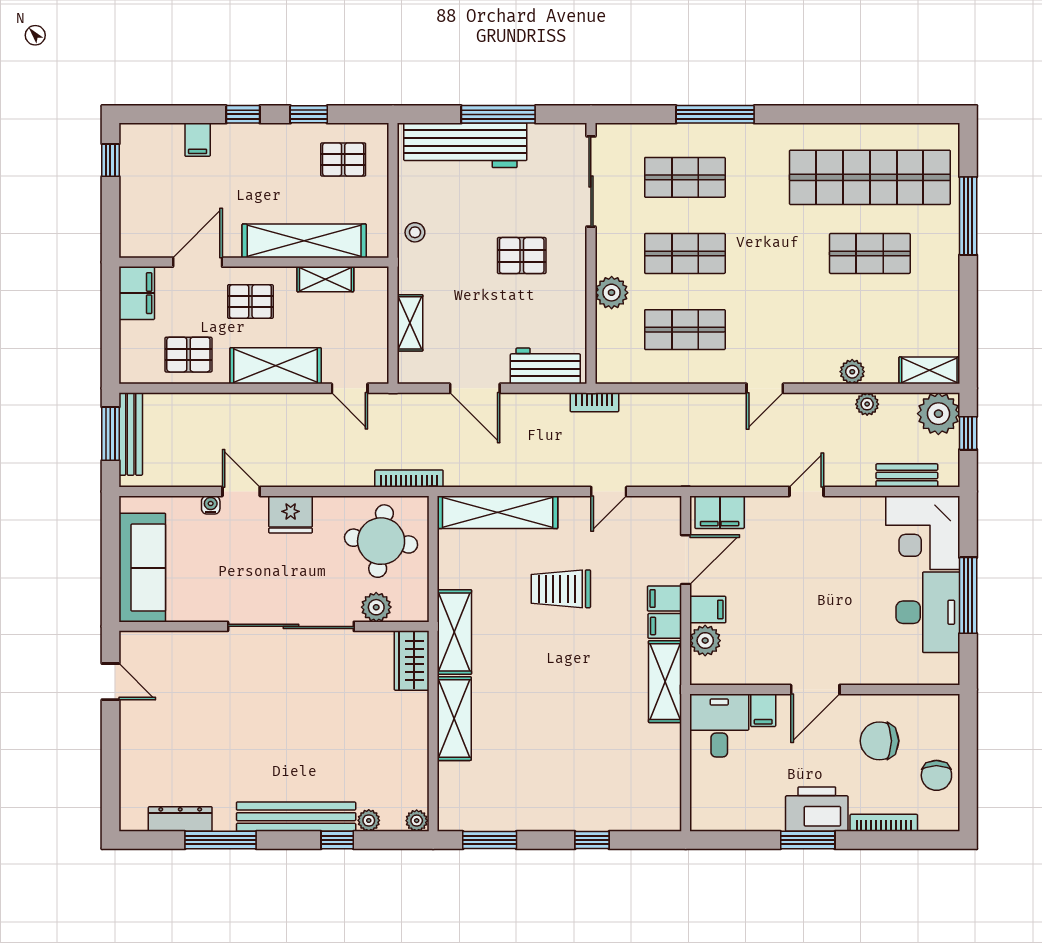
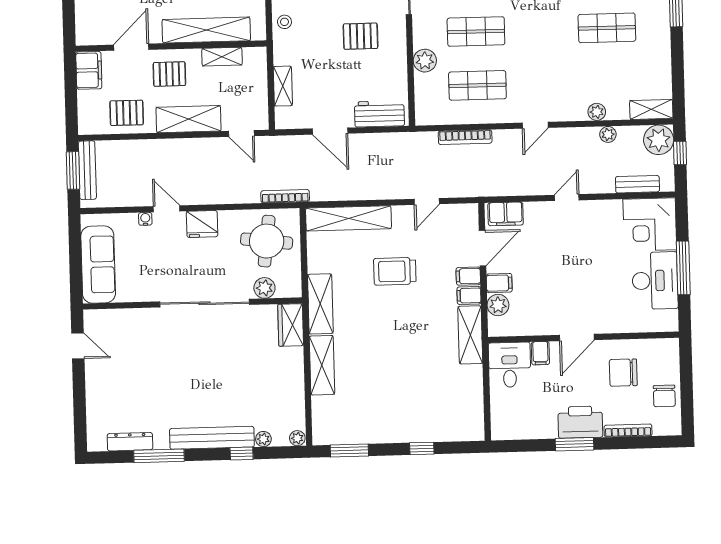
bookcase: (594, 402) -> (465, 137), moved, width x1.56

